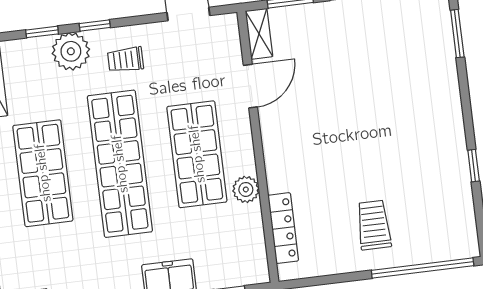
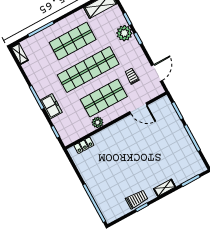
shelving: (259, 34) -> (165, 188), moved
trolley: (125, 60) -> (132, 76), moved
trolley: (374, 225) -> (137, 199), moved
locker: (283, 228) -> (84, 145), width x0.66

